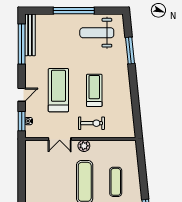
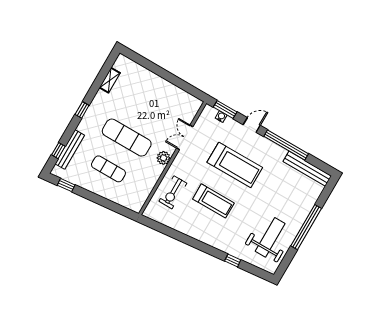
window: (22, 44) -> (286, 145), moved
window: (130, 51) -> (233, 260), width x0.46
door: (22, 95) -> (252, 125), swing flipped
exercise bike: (92, 123) -> (173, 192), moved

